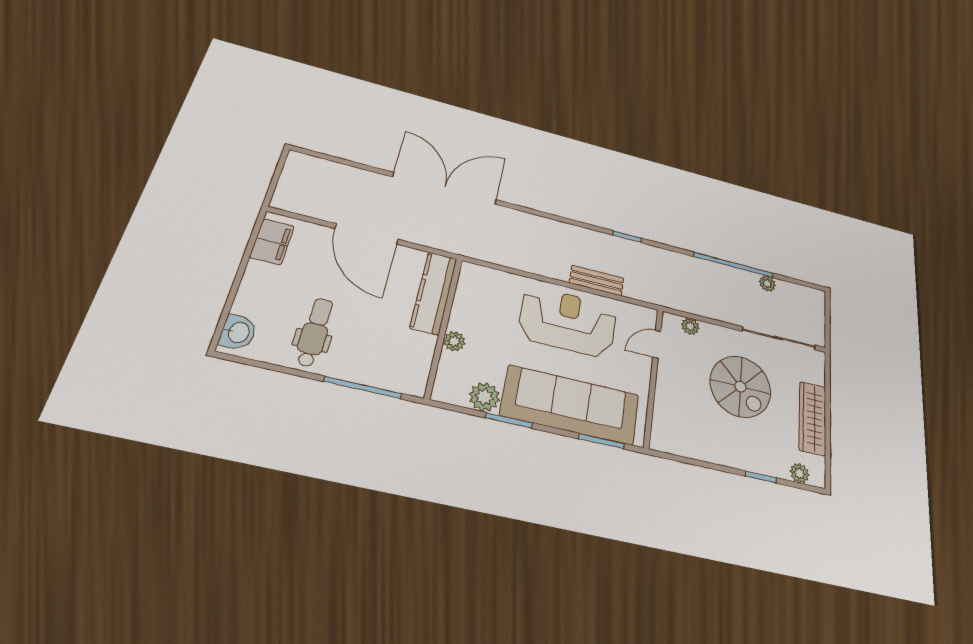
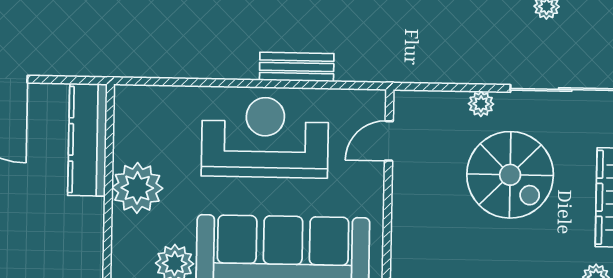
plant: (690, 326) -> (481, 104), moved
plant: (454, 341) -> (137, 188), width x1.88, depth x1.88

